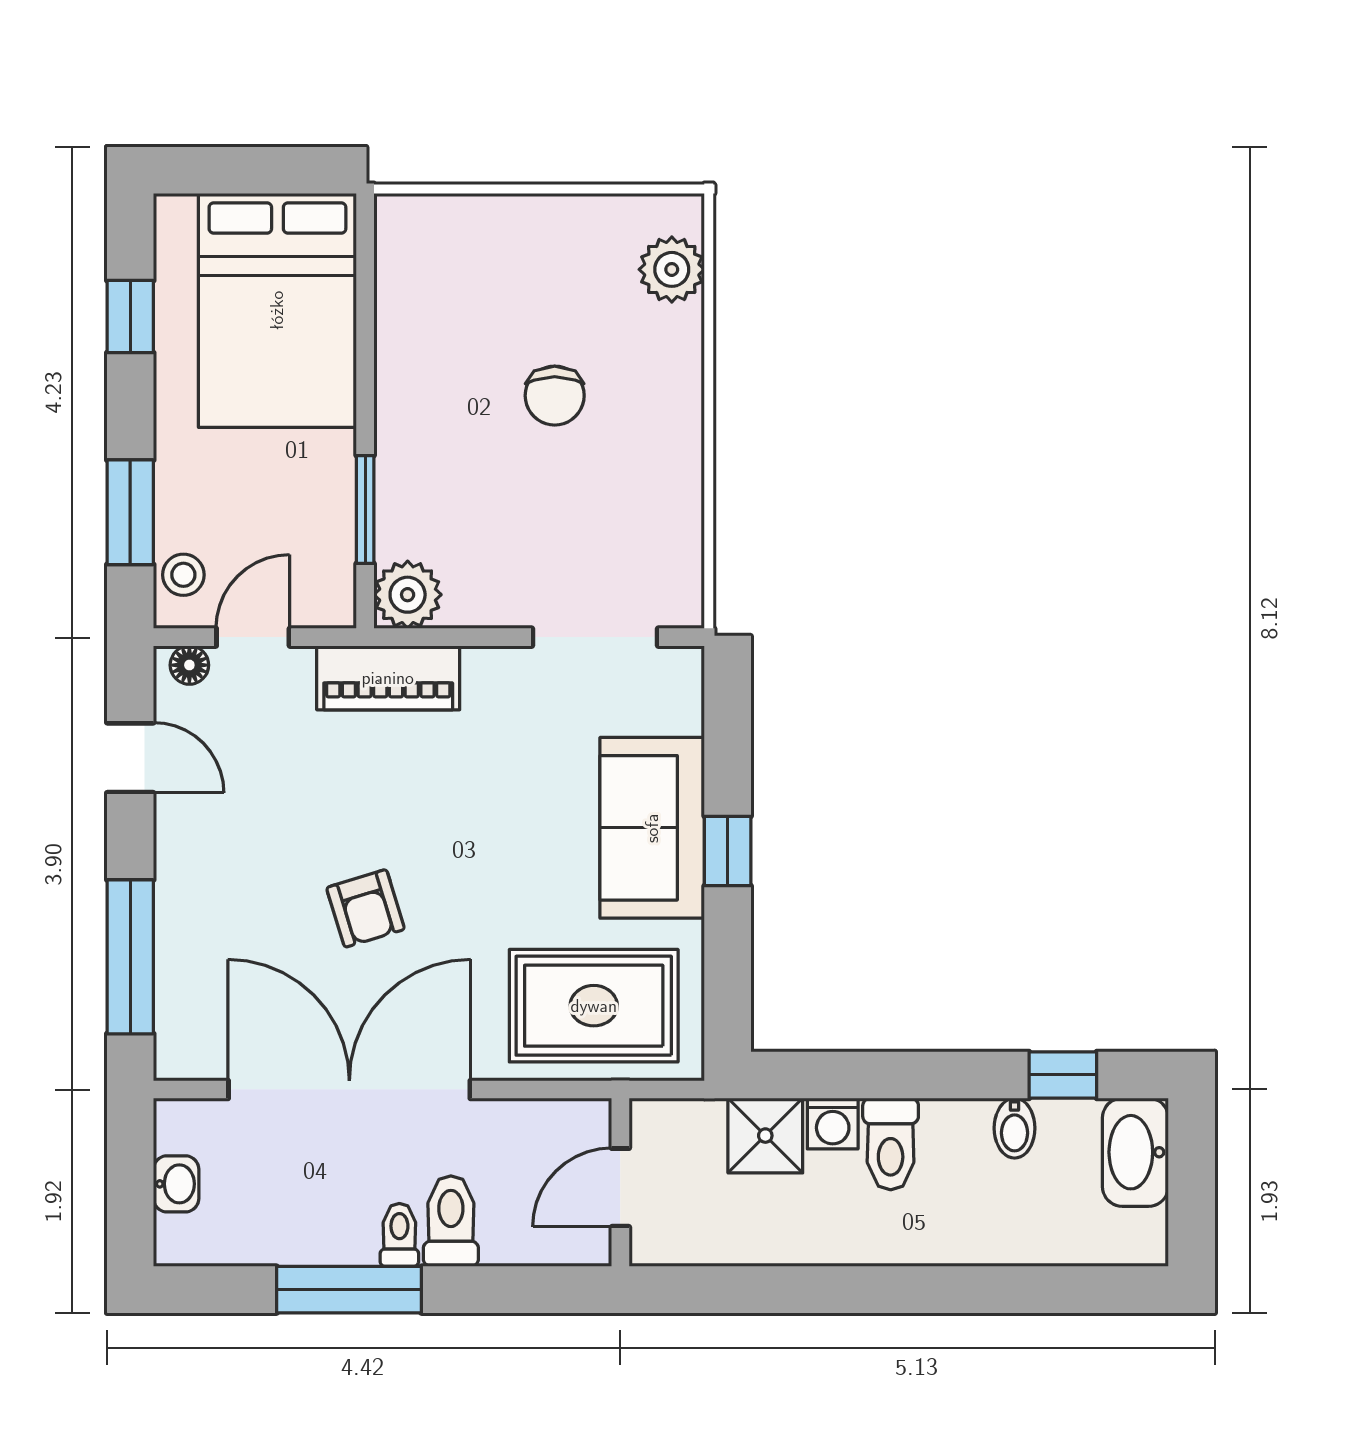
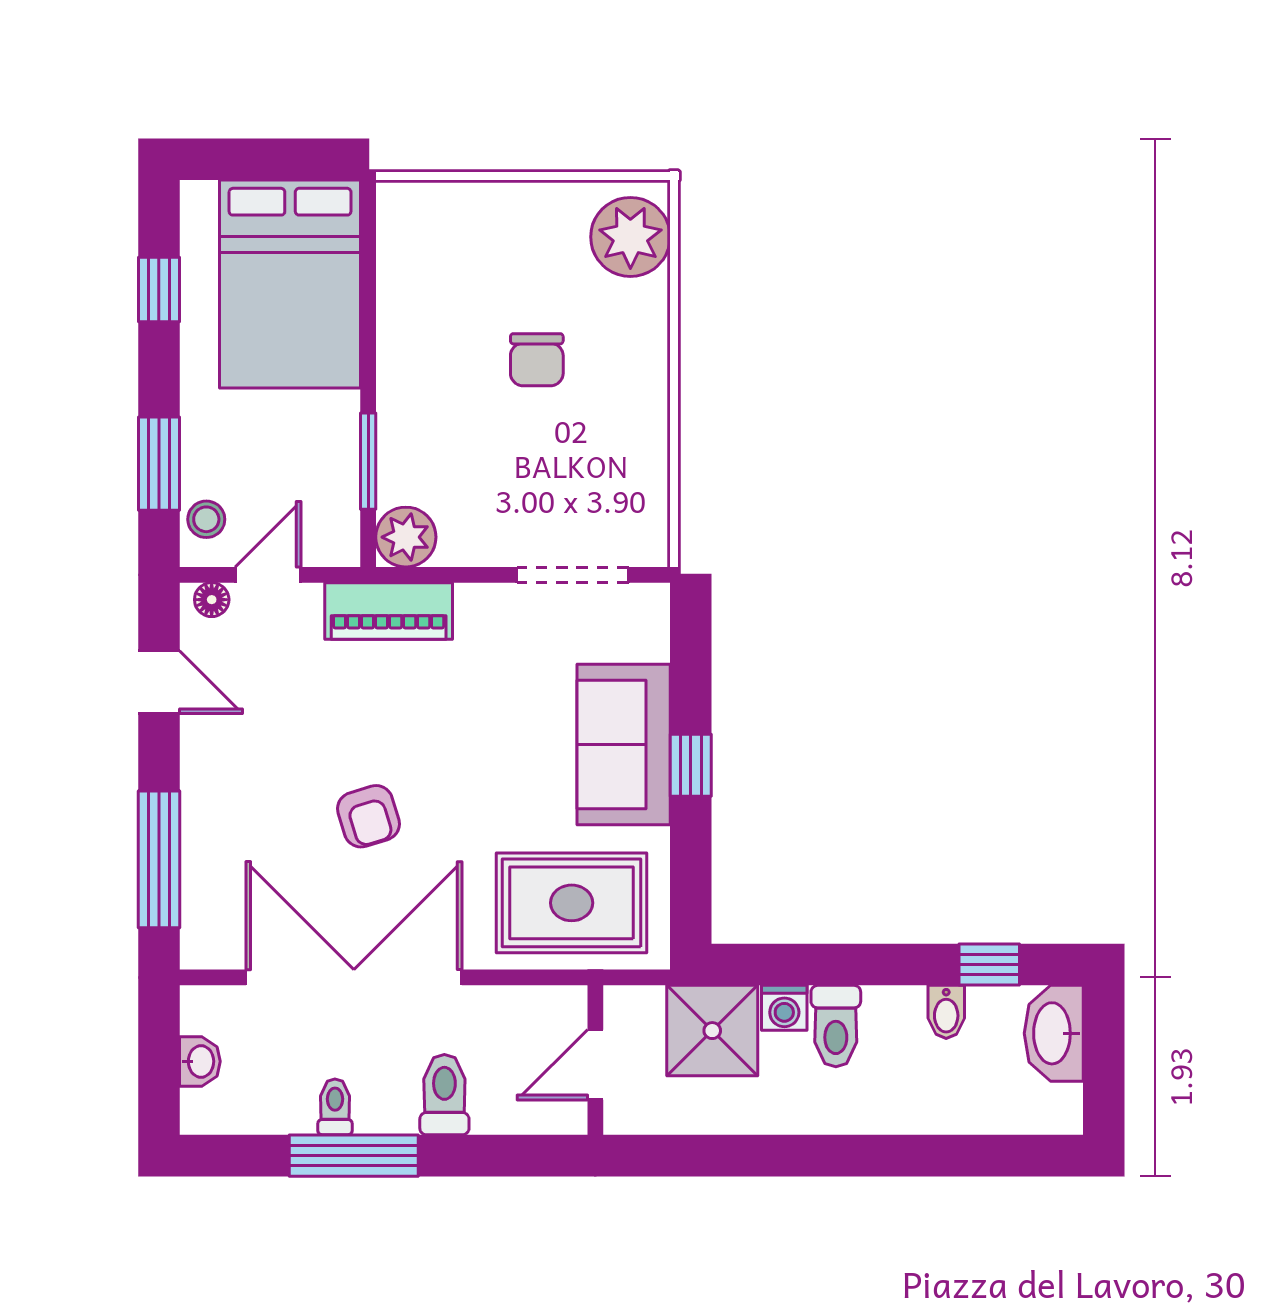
plant: (672, 269) -> (630, 237), width x1.36, depth x1.36
shower: (765, 1136) -> (712, 1031), width x1.36, depth x1.36
toilet: (399, 1235) -> (335, 1107), moved

